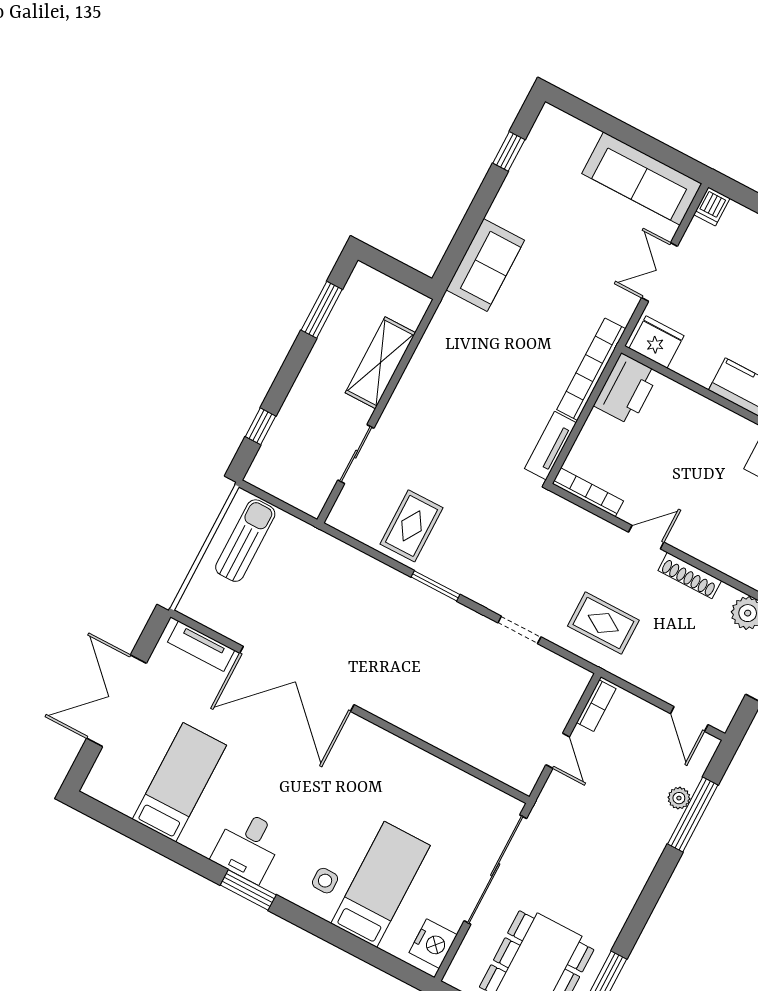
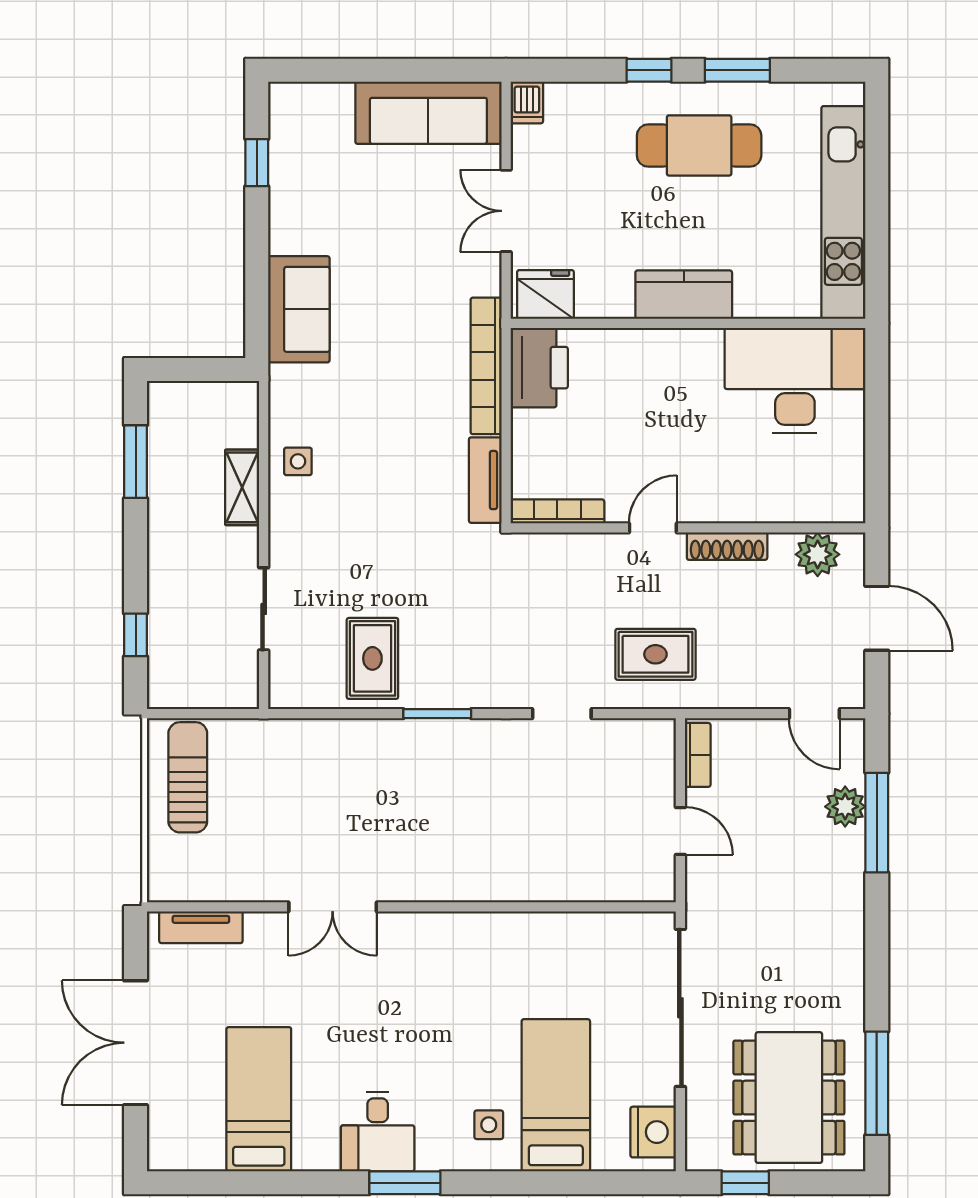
shelving: (380, 363) -> (242, 487), width x0.67, depth x0.75
side table: (431, 367) -> (298, 461), added
double door: (297, 679) -> (333, 907), width x0.54
plant: (679, 798) -> (845, 807), width x1.38, depth x1.38

